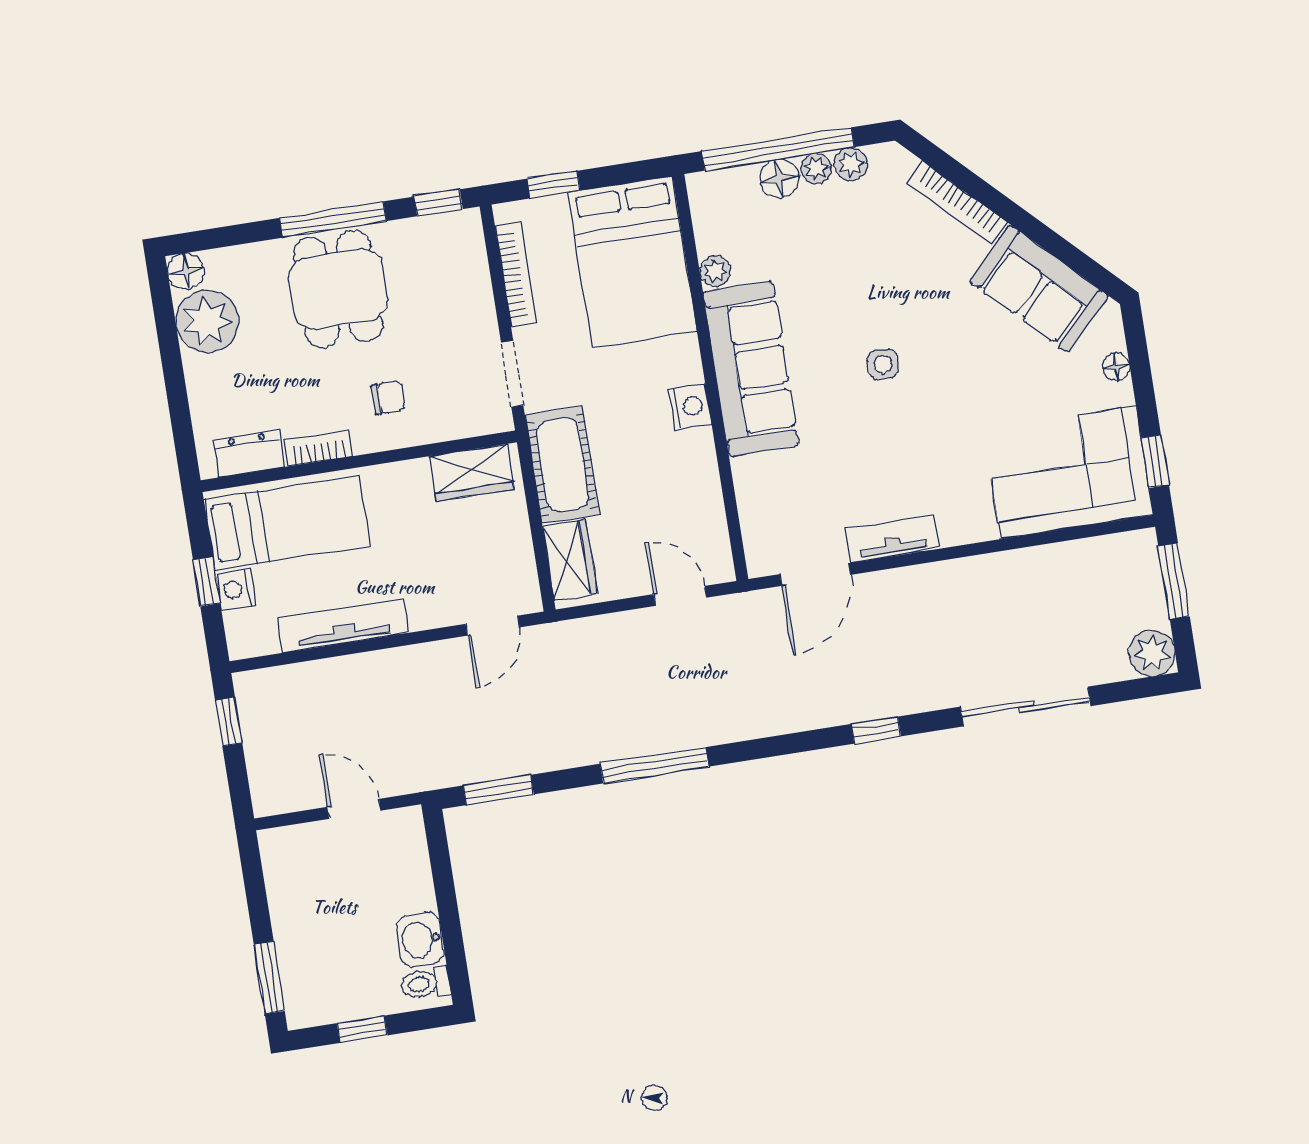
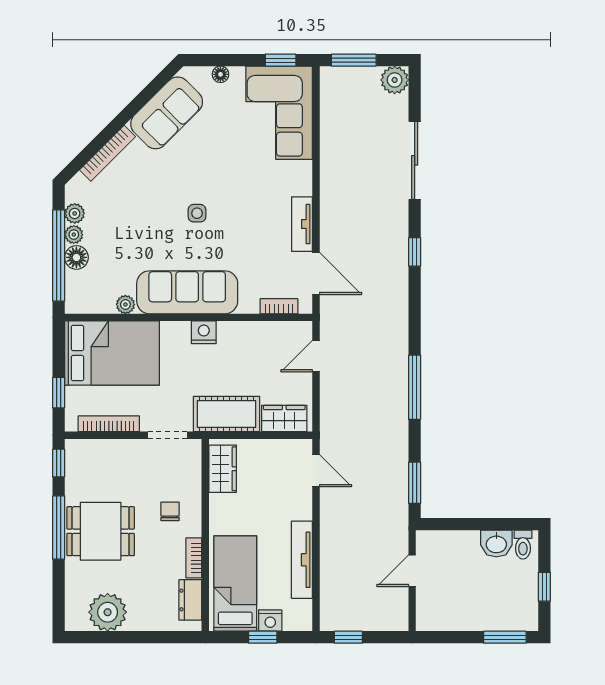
floor lamp: (186, 271) -> (76, 620), removed
bookcase: (752, 523) -> (279, 306), added

